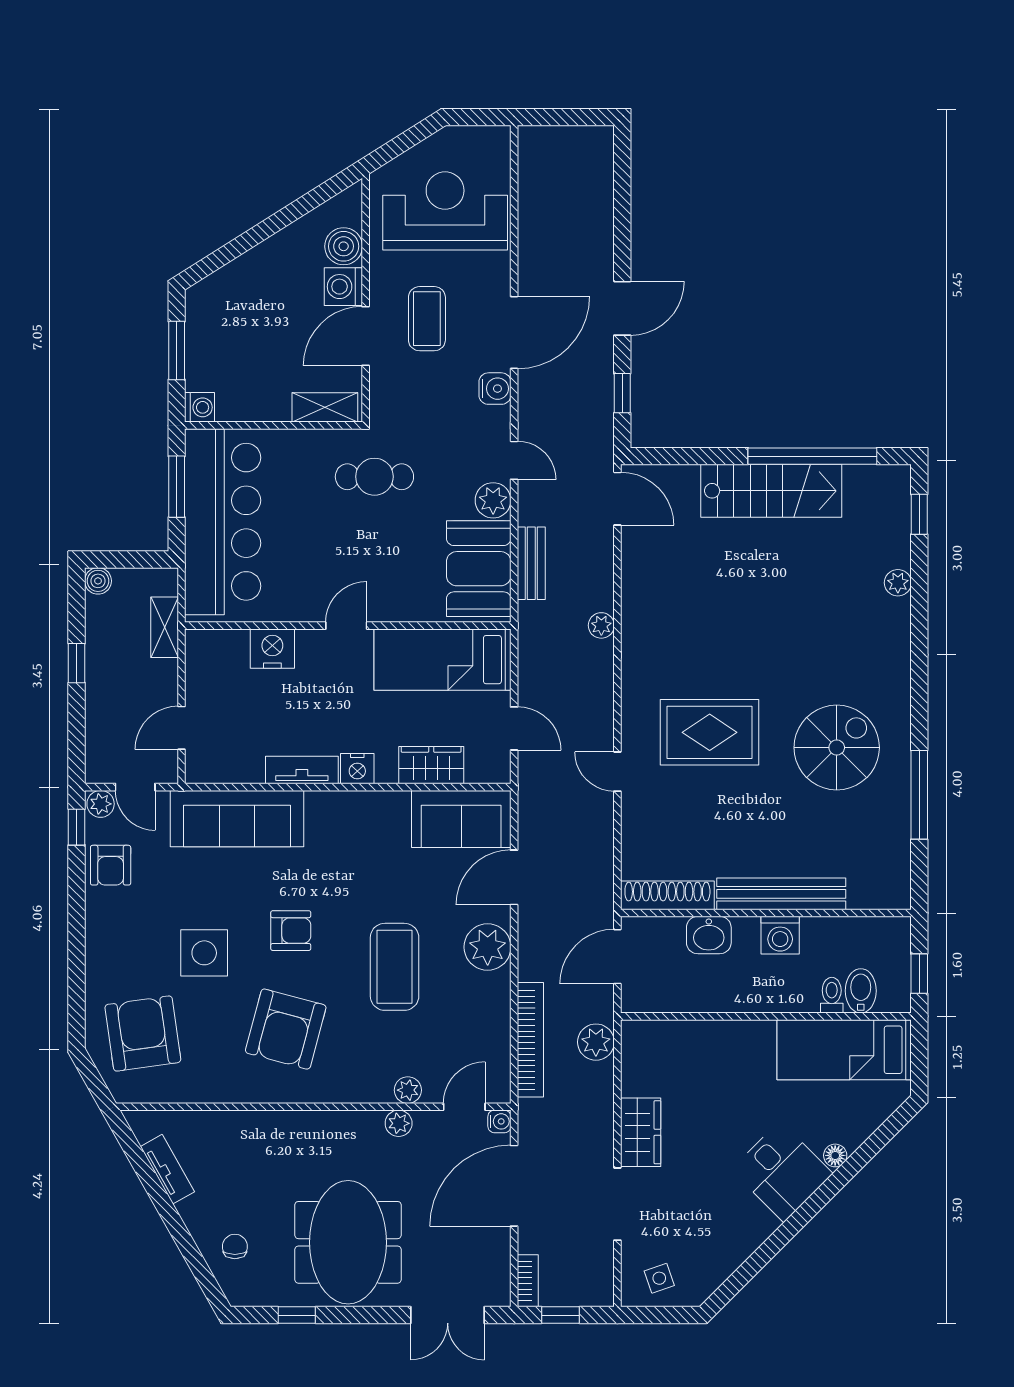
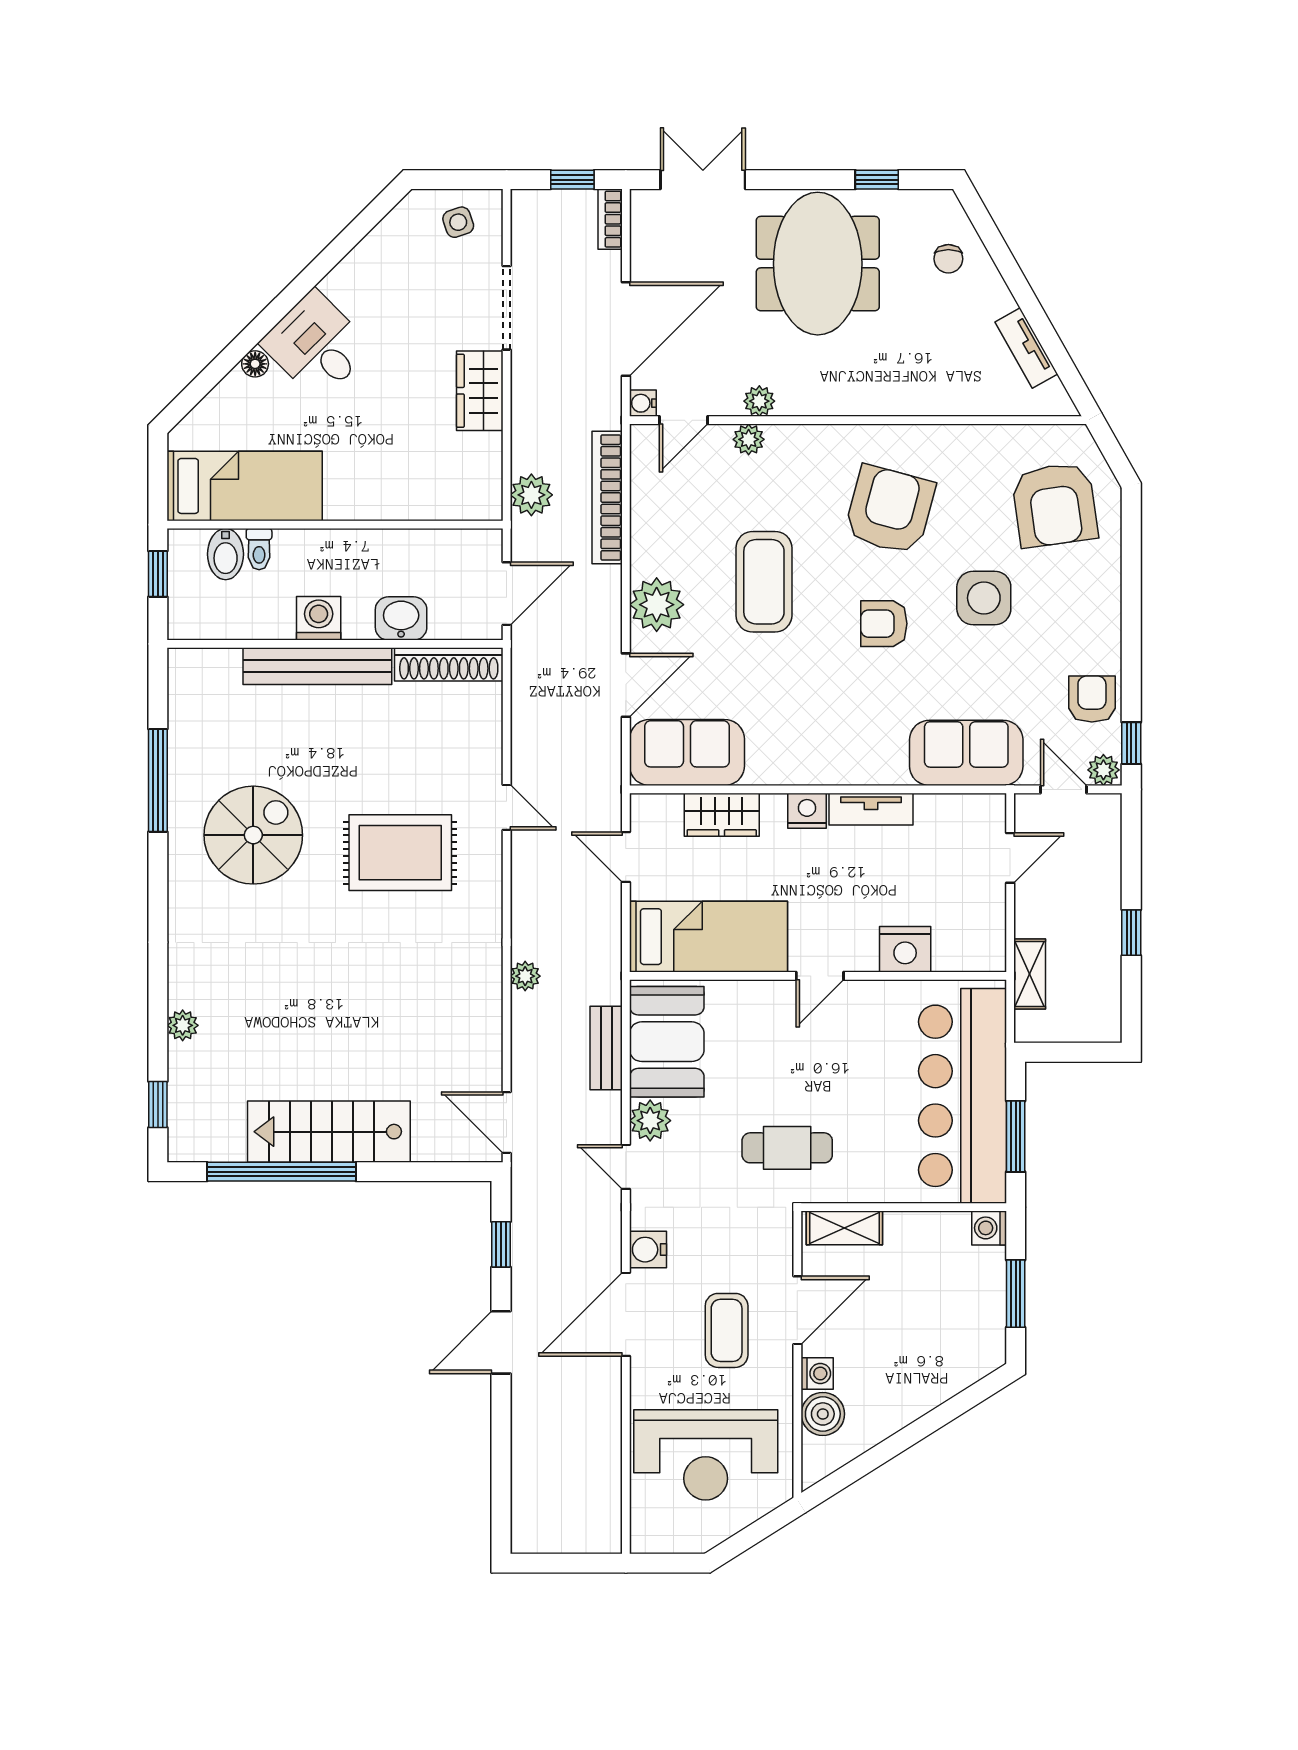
washing machine: (343, 287) -> (817, 1373), width x0.73, depth x0.73
boiler: (98, 581) -> (1106, 1028), removed
spiral stairs: (837, 748) -> (253, 835), turned 180
sofa: (237, 819) -> (966, 753), width x0.73

